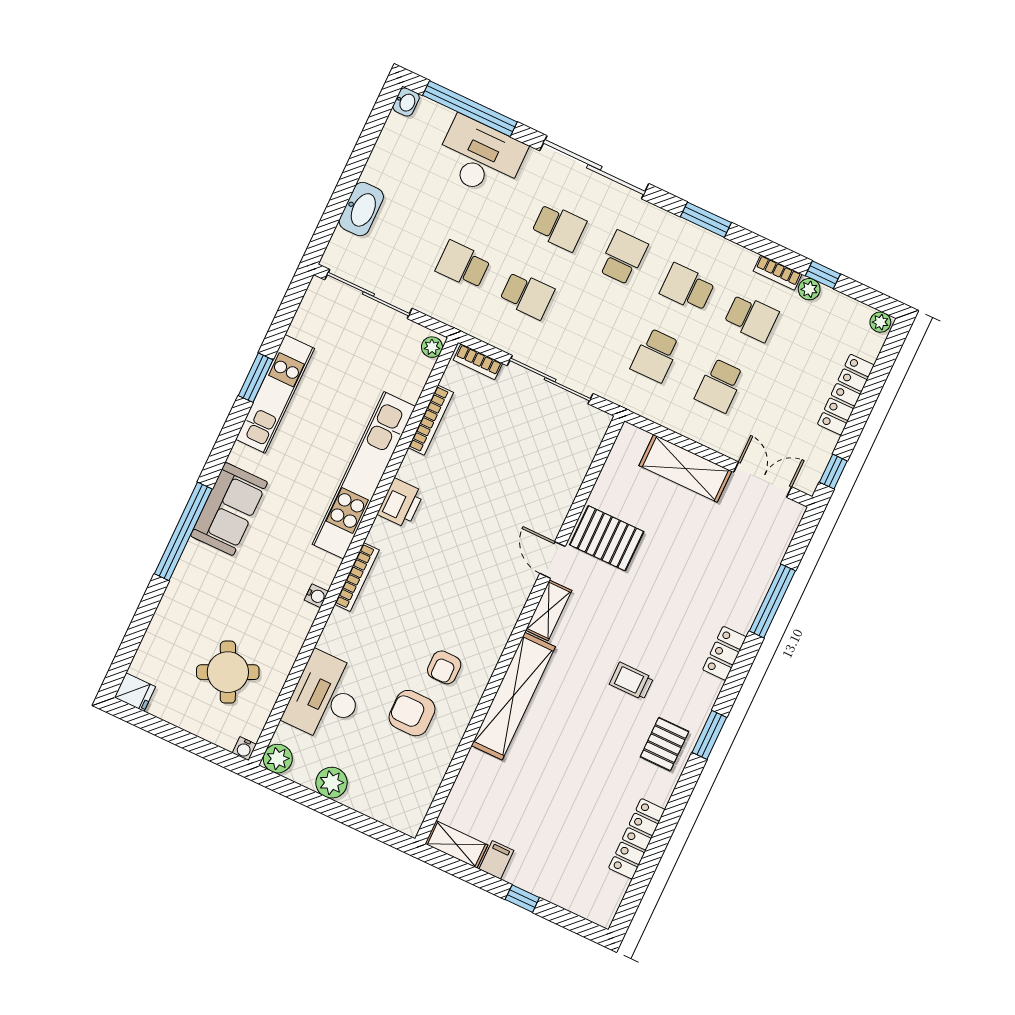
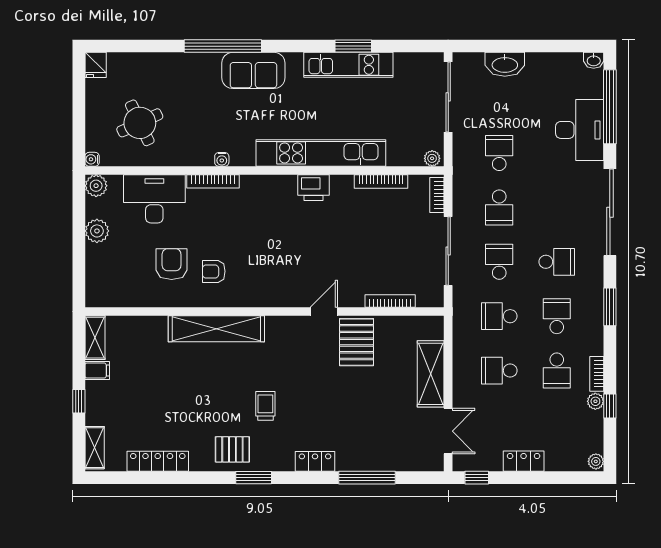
school desk: (559, 227) -> (499, 262), moved, turned 180
locker: (846, 395) -> (524, 461), width x0.66
bookcase: (577, 476) -> (390, 301), added
bookcase: (357, 577) -> (213, 181), moved
shelving: (549, 610) -> (95, 448), moved, turned 90

